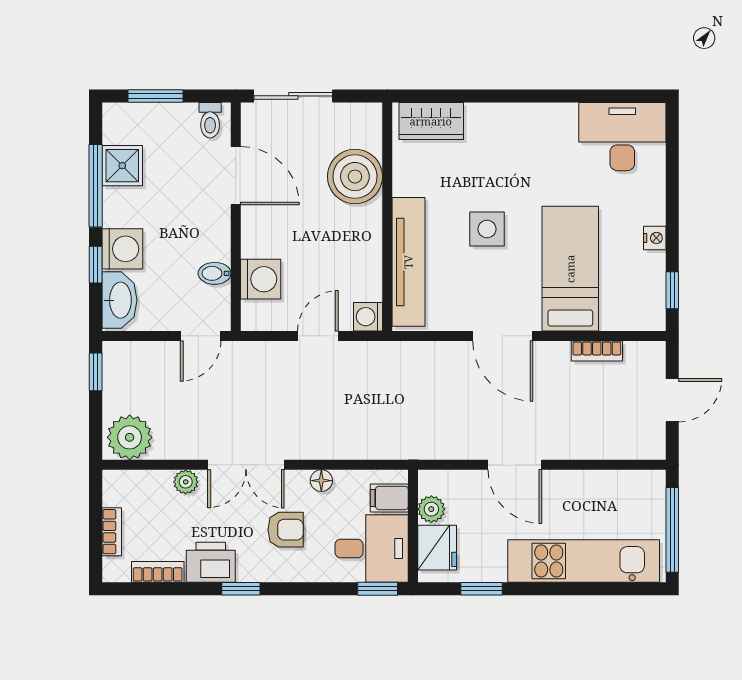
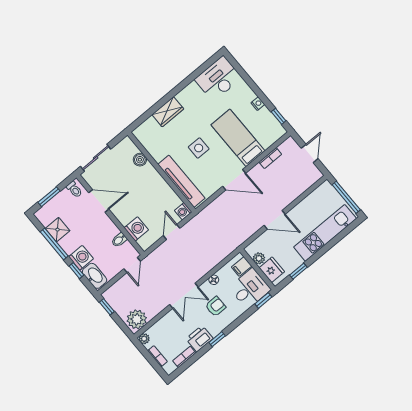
wardrobe: (431, 121) -> (168, 112), moved
boiler: (355, 177) -> (140, 160), width x0.54, depth x0.54
plant: (186, 482) -> (144, 339), moved

